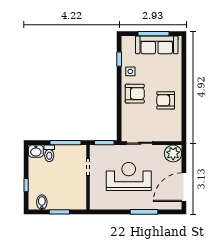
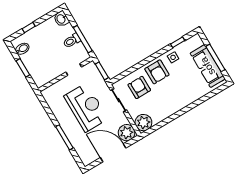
armchair: (166, 100) -> (139, 87), moved
plant: (173, 133) -> (143, 123), added
toilet: (49, 153) -> (72, 41), moved
door: (184, 187) -> (113, 153), moved

